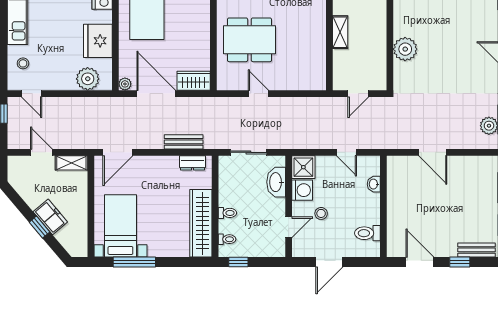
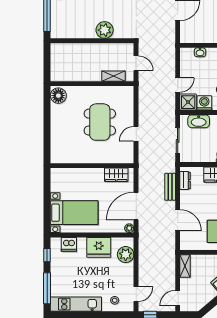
shelving: (340, 32) -> (113, 76), moved
dining table: (249, 40) -> (100, 122), moved
wardrobe: (194, 81) -> (116, 175), moved, turned -90
door: (41, 152) -> (178, 298), moved
door: (118, 152) -> (178, 220), moved
door: (347, 152) -> (178, 85), moved

